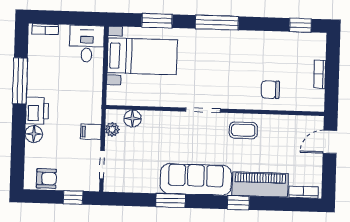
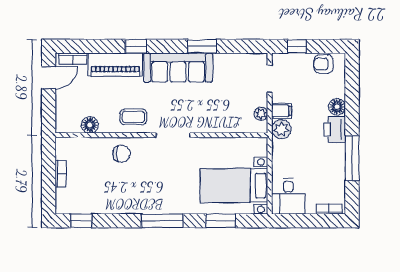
chair: (270, 90) -> (122, 154), moved
plant: (92, 113) -> (281, 129), added
floor lamp: (132, 119) -> (90, 125), moved
door: (330, 142) -> (49, 78), moved

